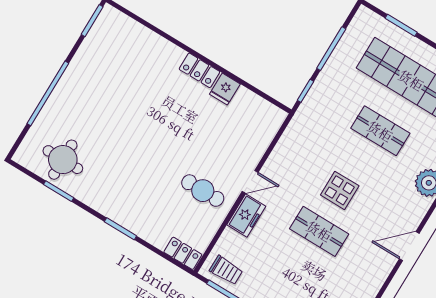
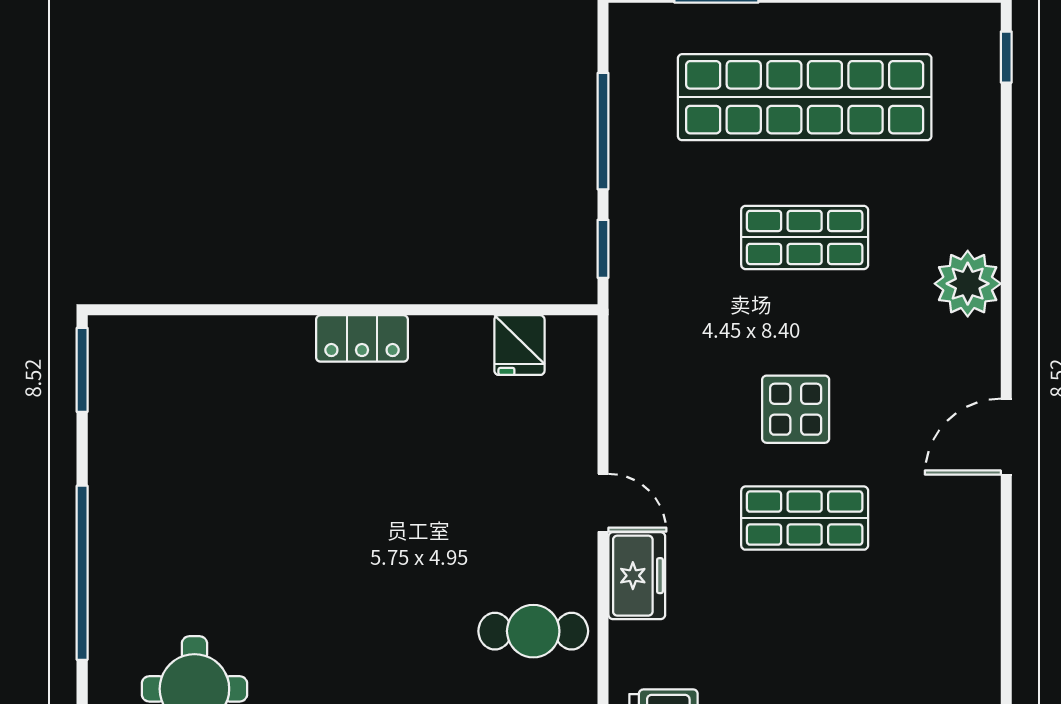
fridge: (225, 89) -> (519, 345), moved
door: (250, 182) -> (603, 503), hinge flipped
cafe table: (203, 191) -> (533, 631), moved

